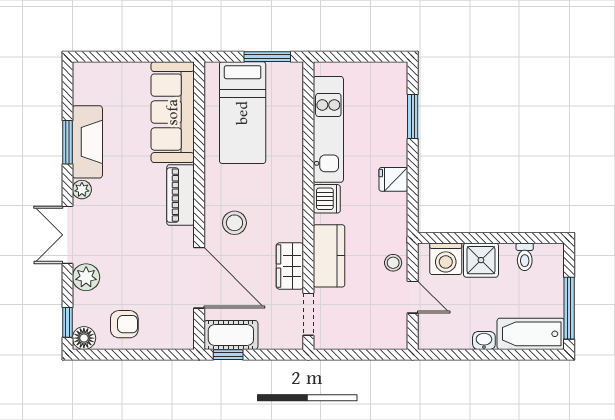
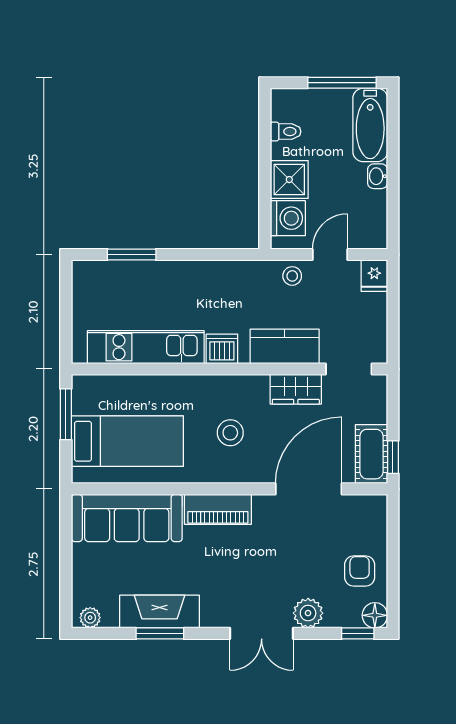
fridge: (393, 179) -> (374, 276), moved
plant: (82, 190) -> (90, 618), moved
stool: (234, 223) -> (230, 433), moved

